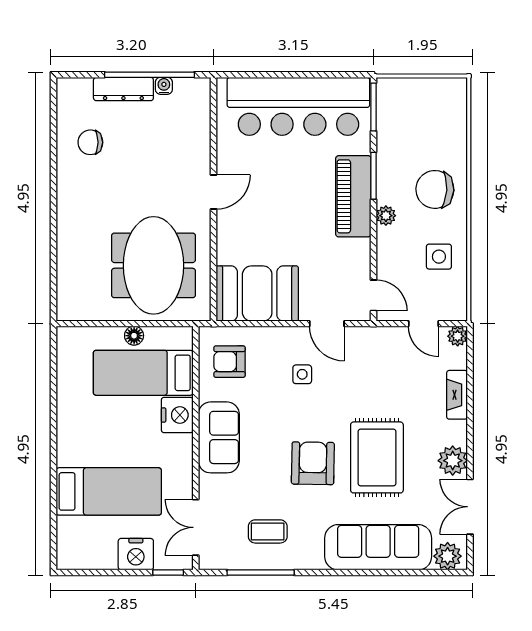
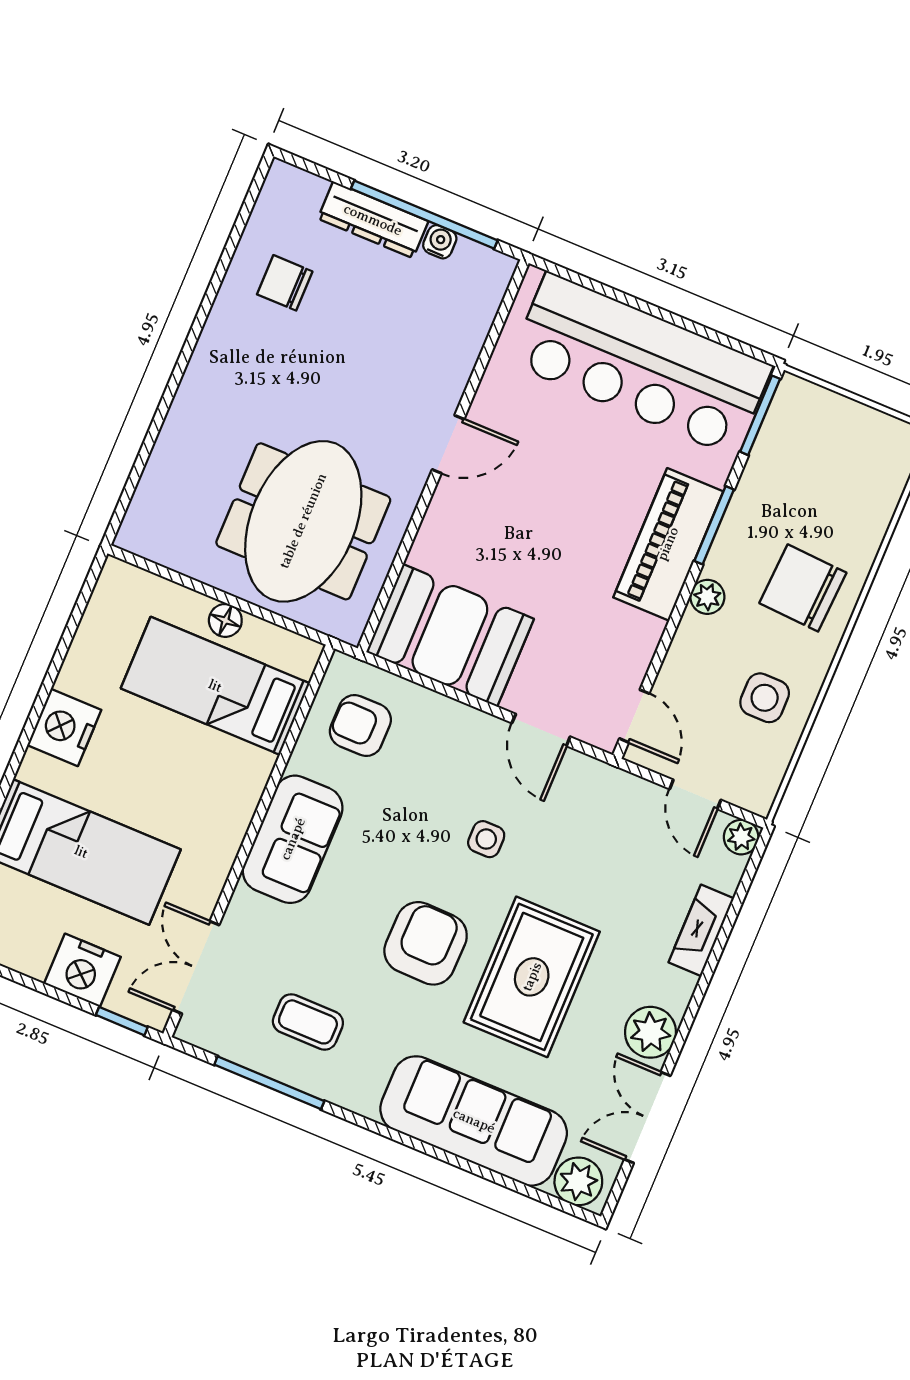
side table: (302, 374) -> (486, 839), moved
nightstand: (177, 415) -> (64, 727), moved, turned 180

